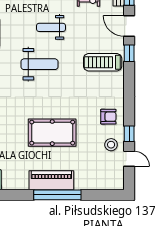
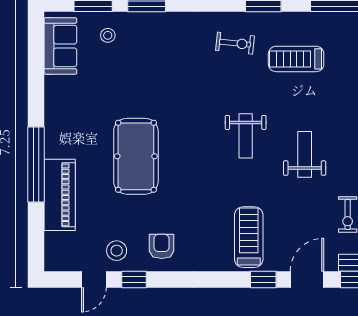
weight bench: (39, 64) -> (246, 136), width x0.73, depth x0.75
armchair: (108, 117) -> (162, 246), turned 180
piano: (51, 180) -> (60, 195), moved

